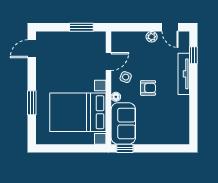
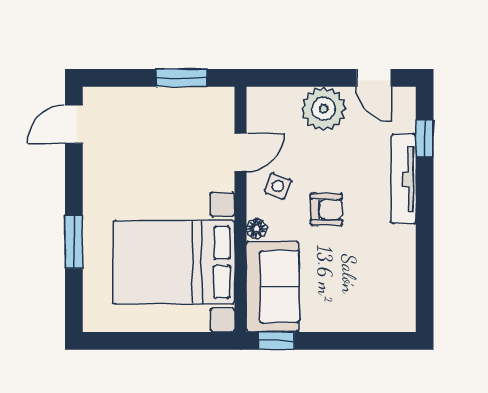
plant: (152, 37) -> (324, 109), width x1.88, depth x1.88

